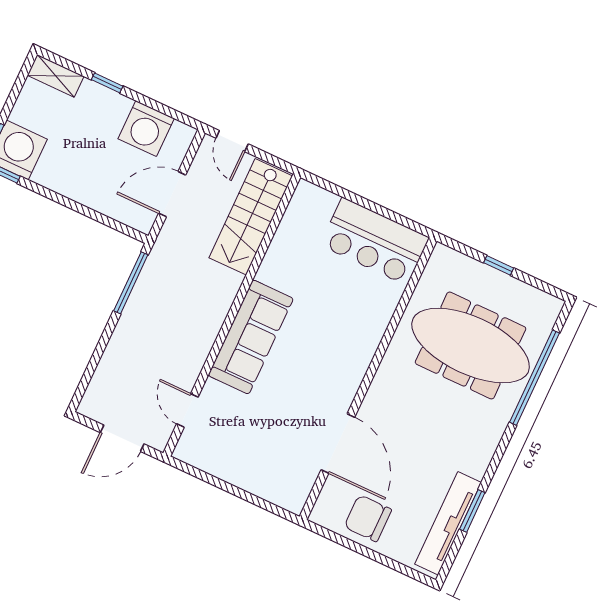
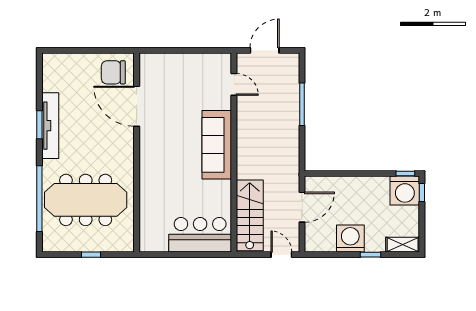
washing machine: (146, 129) -> (350, 238), moved
bar counter: (375, 241) -> (200, 235), moved
window: (131, 283) -> (302, 104), moved
window: (472, 511) -> (39, 125), moved
chair: (368, 518) -> (113, 72), moved, turned 180
tv unit: (448, 523) -> (50, 126), moved

